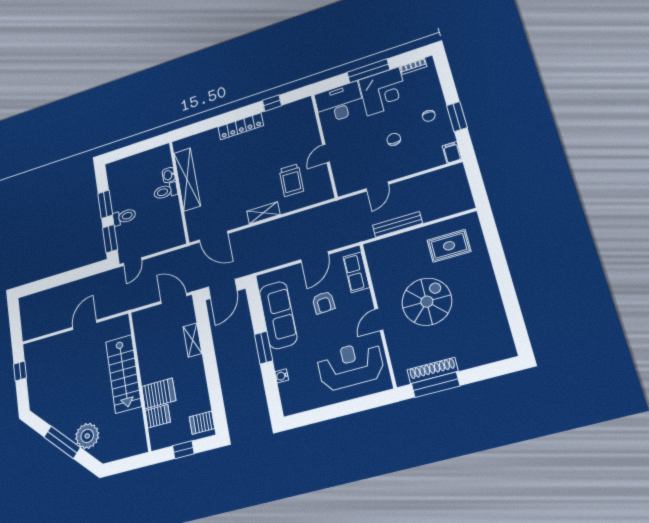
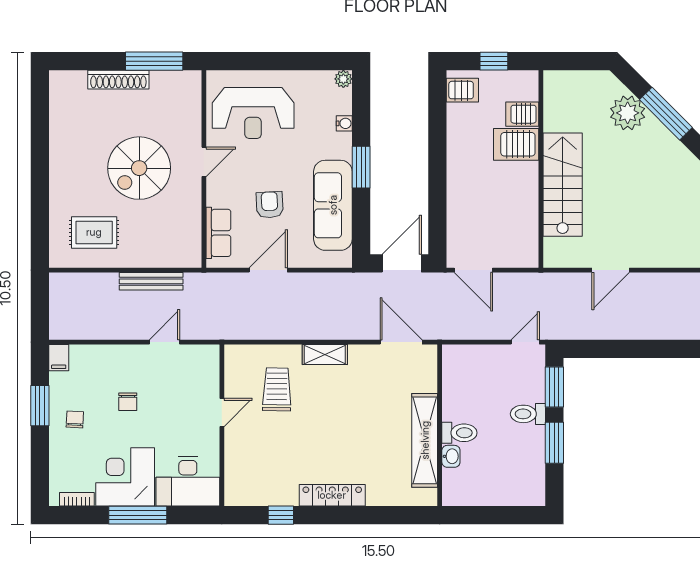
shelving: (193, 340) -> (456, 204), removed
shoe rack: (433, 370) -> (118, 80), moved
plant: (289, 409) -> (343, 79), added

